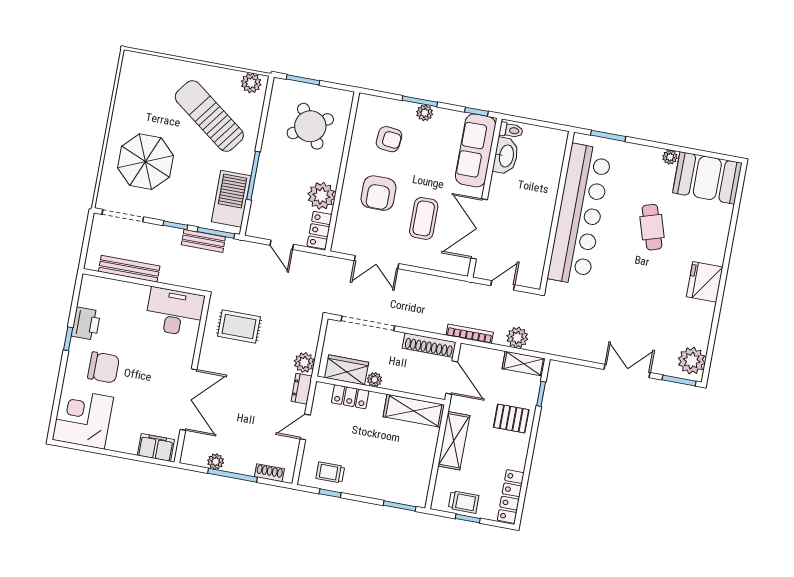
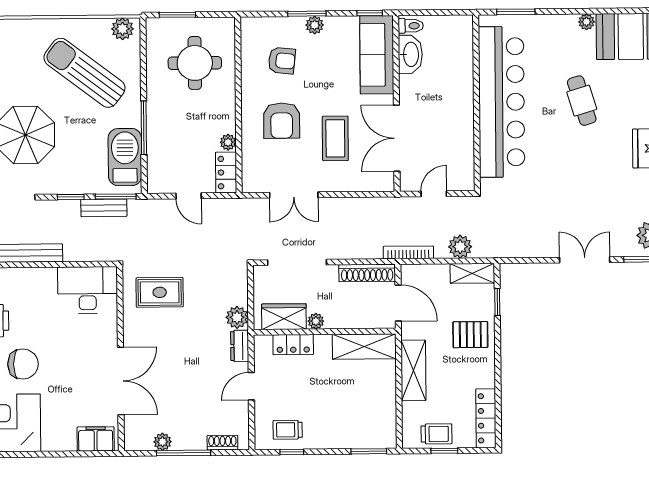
round table: (310, 126) -> (195, 63), turned 32
plant: (321, 196) -> (228, 142), width x0.53, depth x0.53

